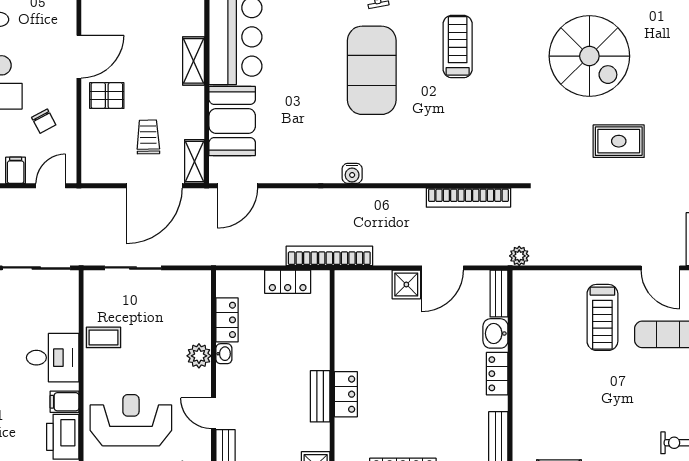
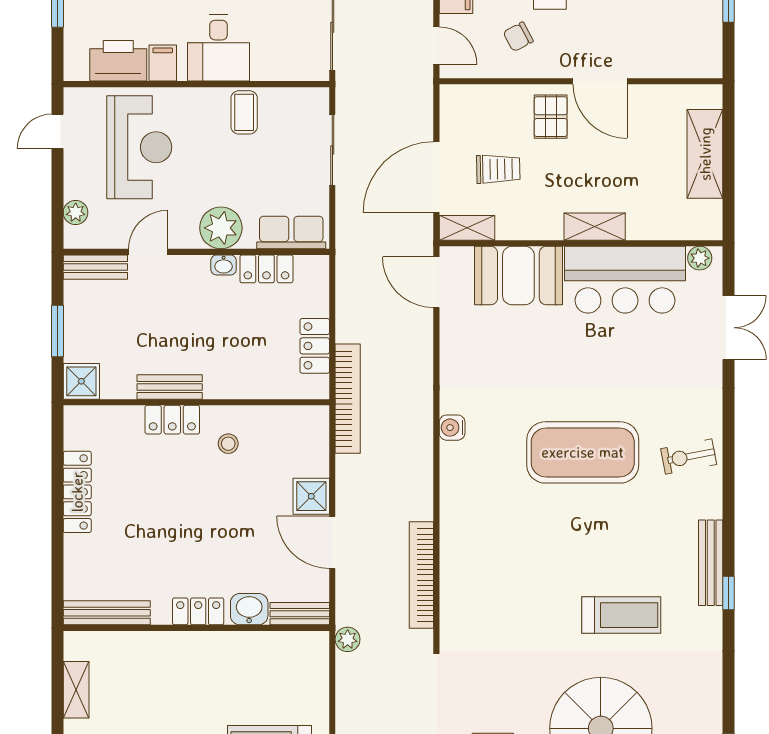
treadmill: (458, 47) -> (621, 615), moved
door: (154, 186) -> (436, 177), hinge flipped
row of seats: (198, 300) -> (291, 233), added
stool: (365, 350) -> (228, 444), added
plant: (199, 356) -> (221, 228), width x1.36, depth x1.36

